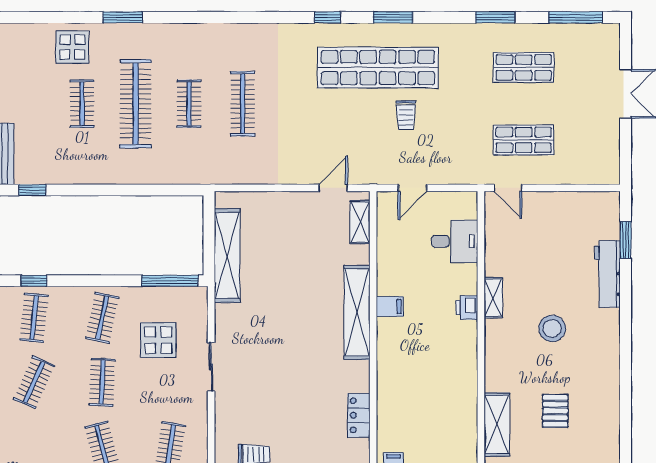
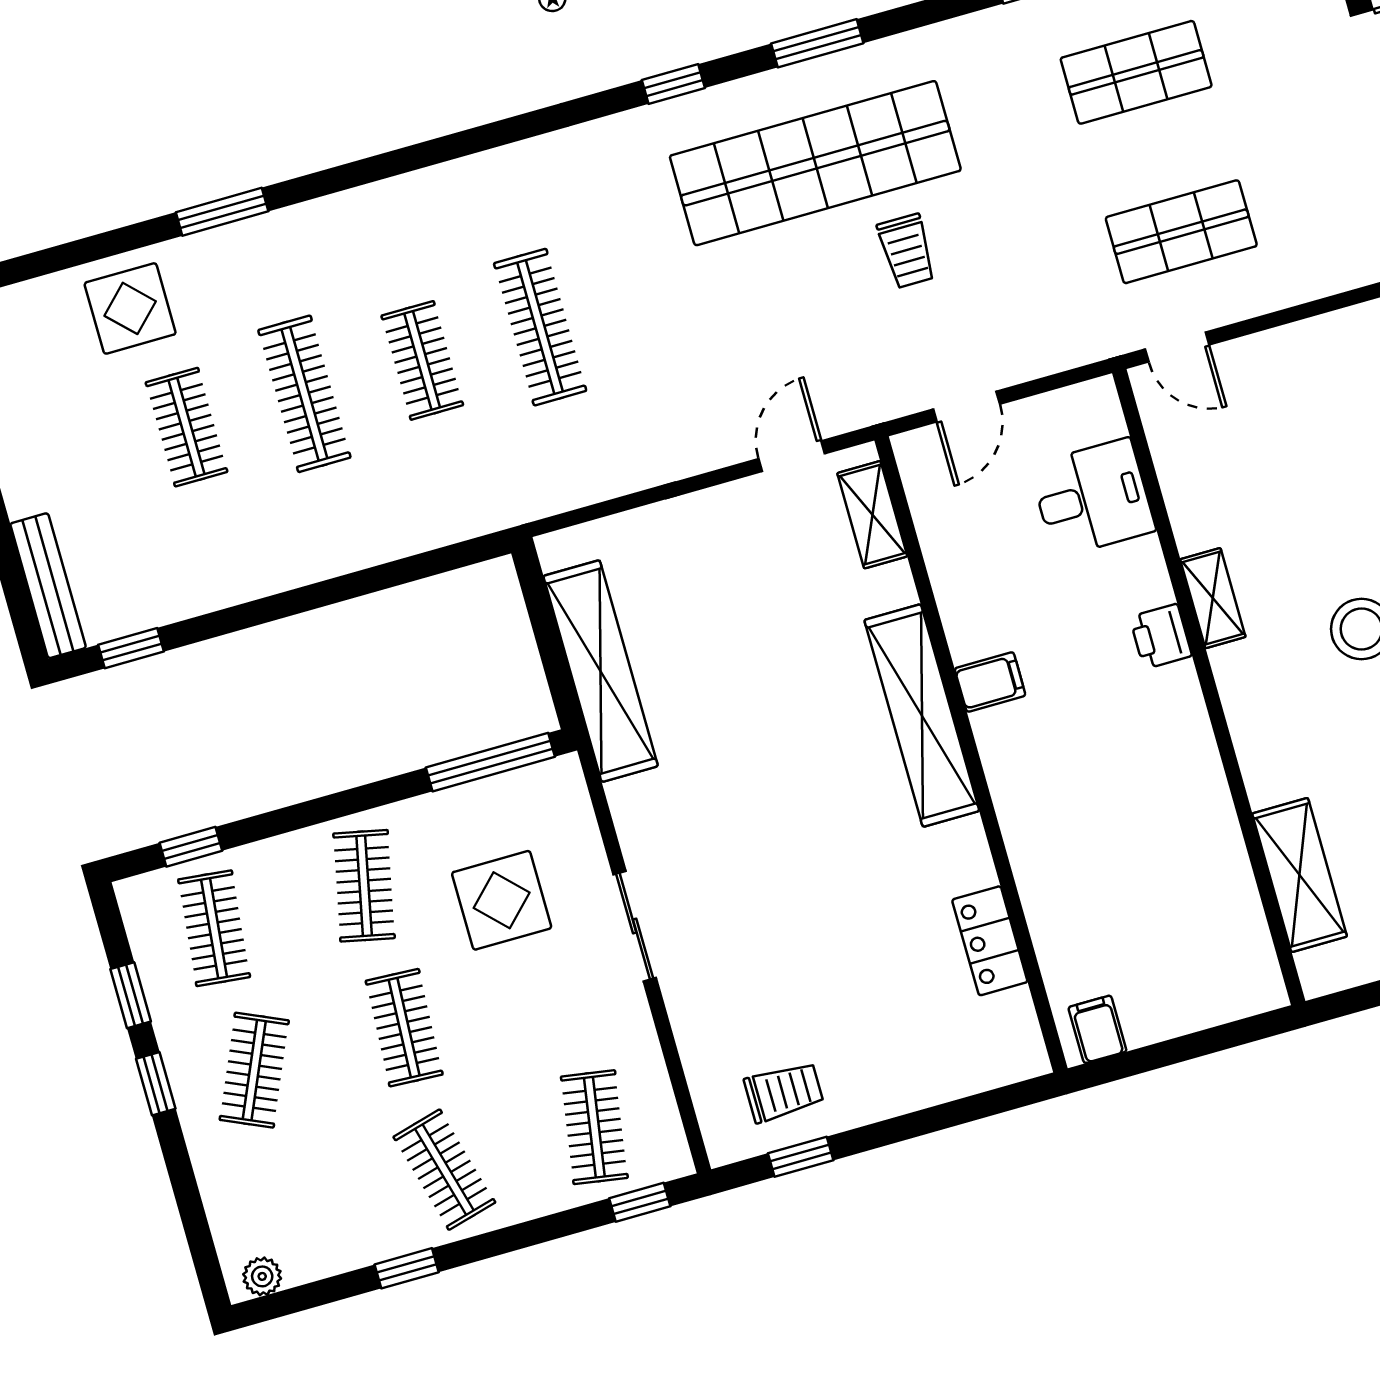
clothes rail: (136, 104) -> (304, 394), width x0.73, depth x0.76

